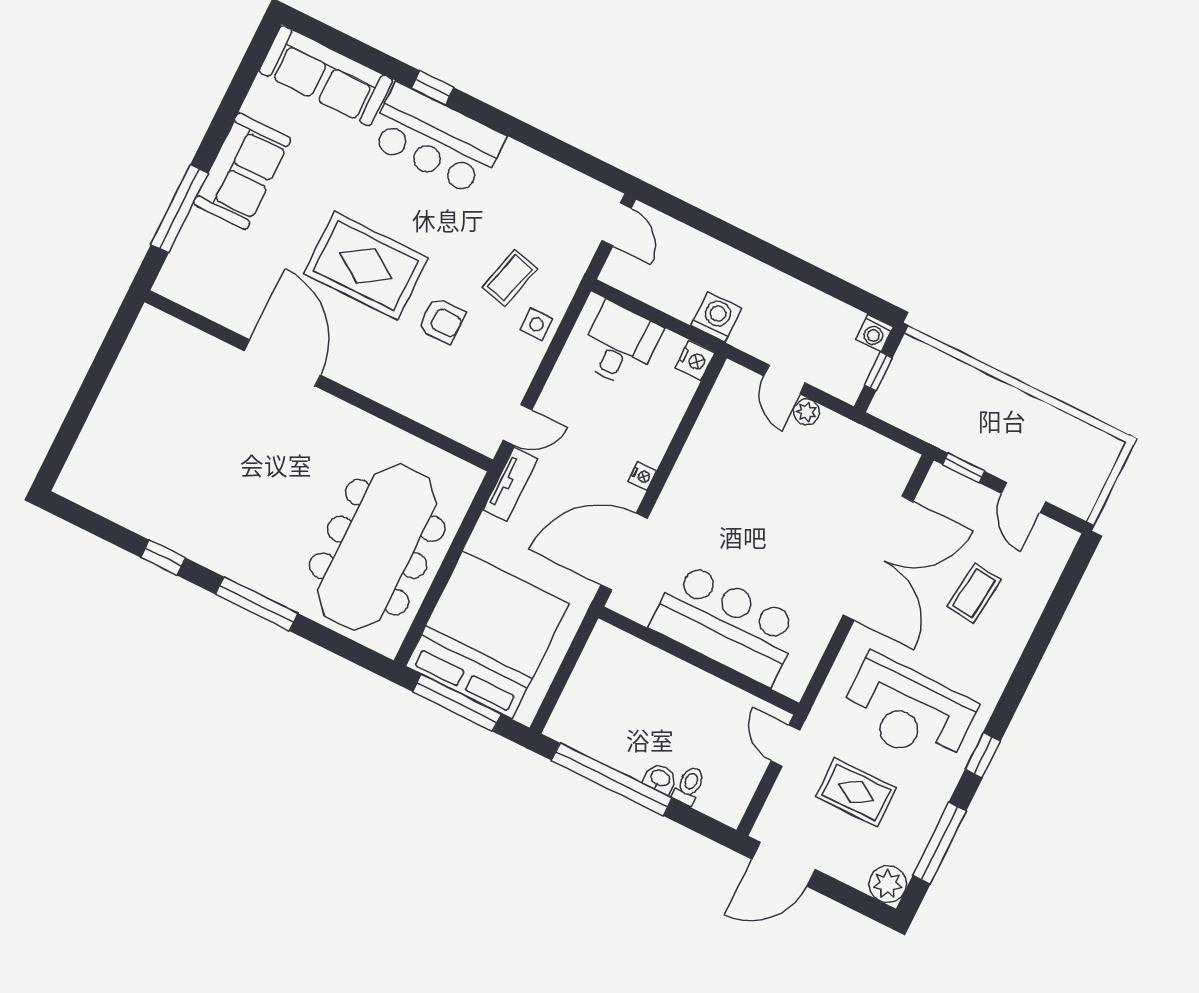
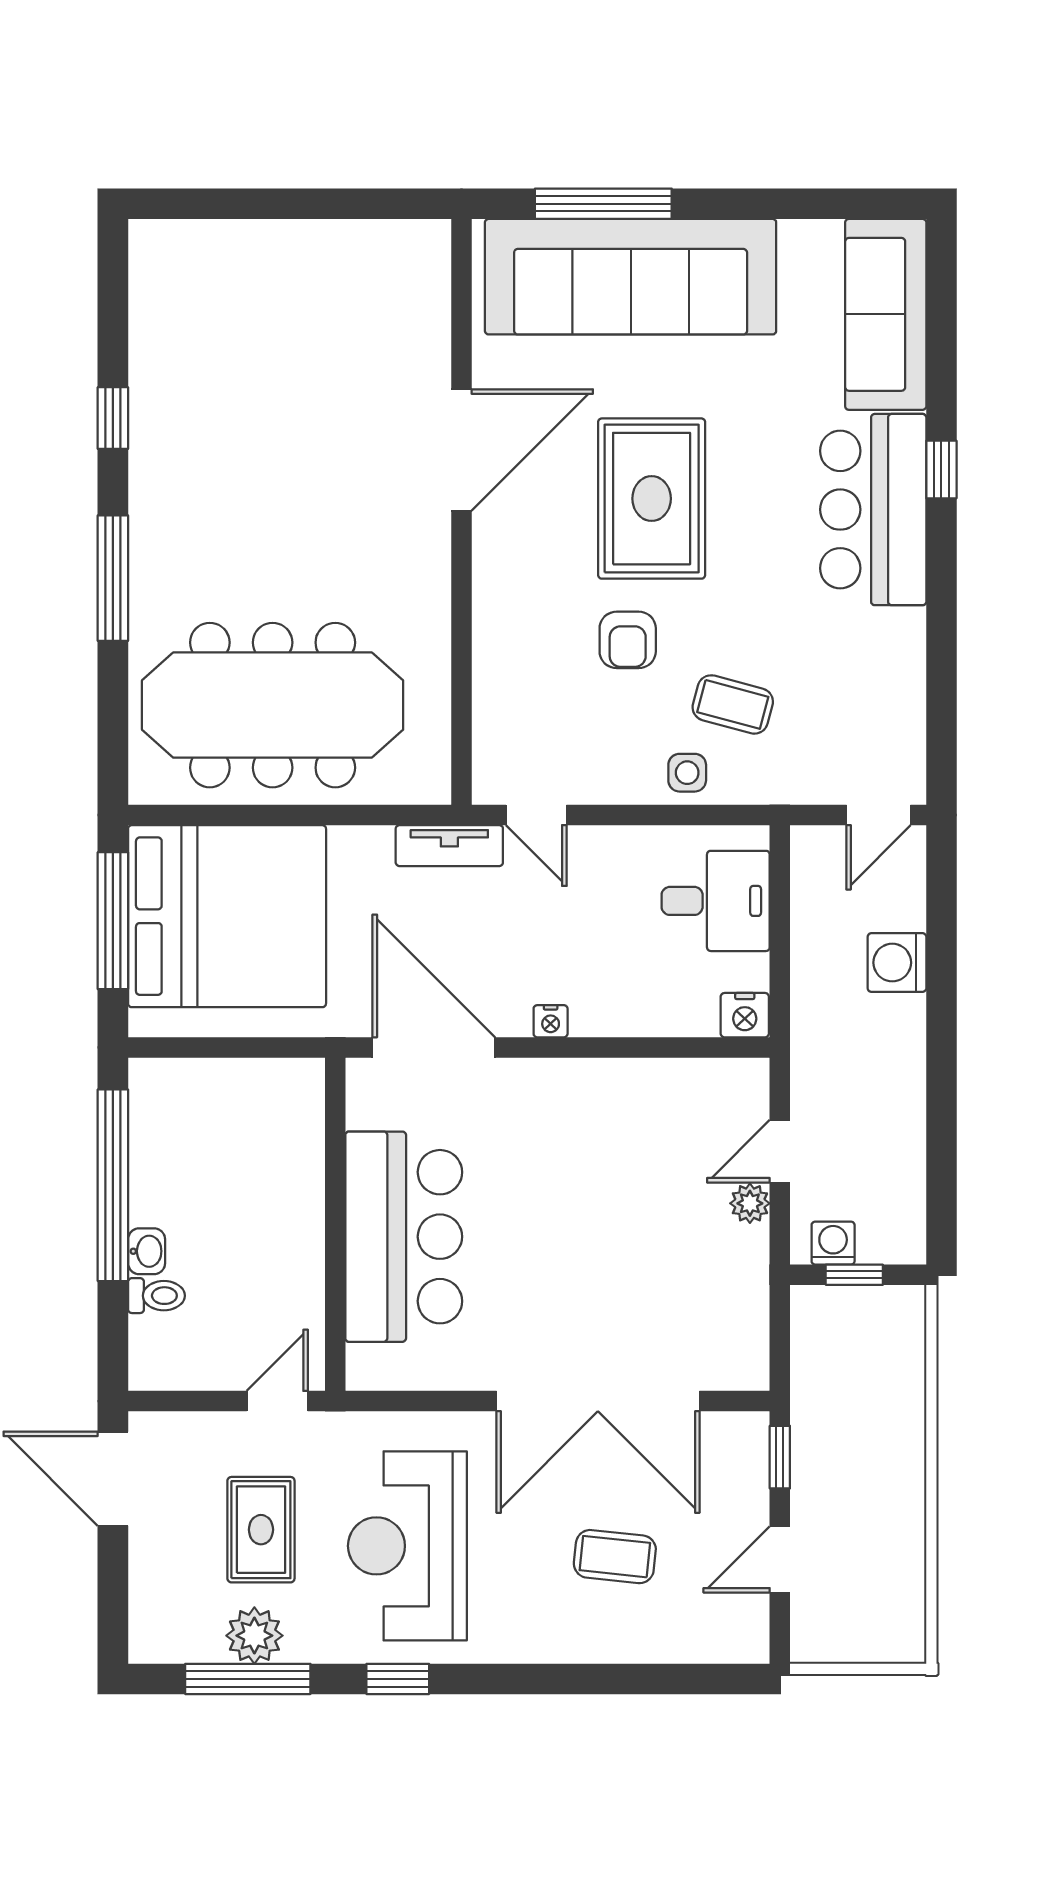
sofa: (242, 171) -> (631, 277), width x1.85, depth x1.27
washing machine: (716, 317) -> (897, 963), moved, turned 180
washing machine: (874, 333) -> (833, 1243), moved, turned 90
plant: (888, 884) -> (254, 1636), moved

